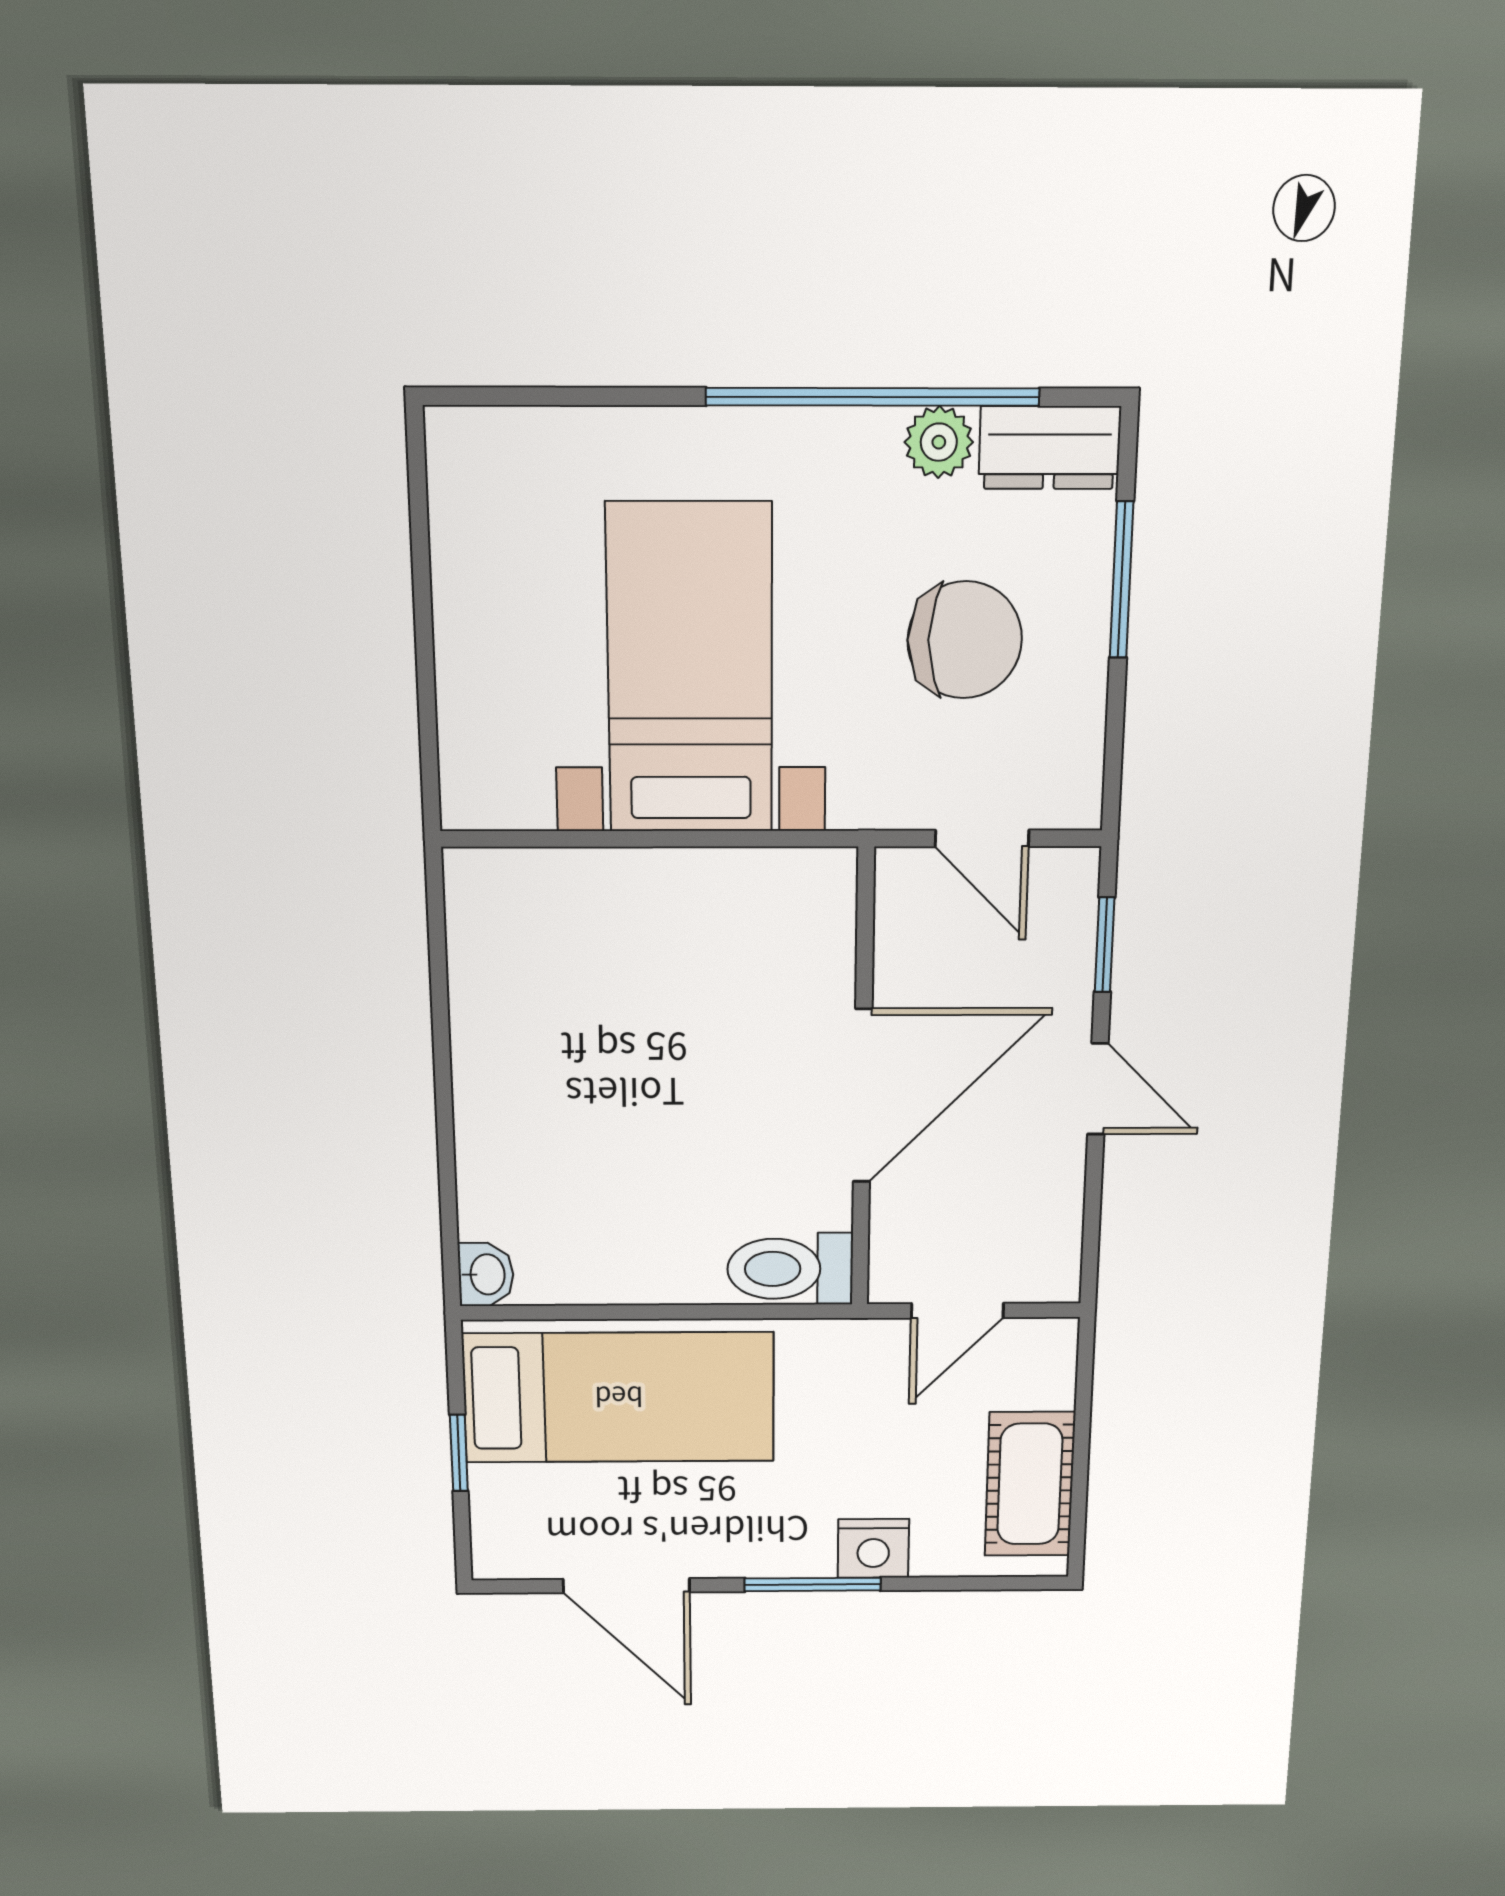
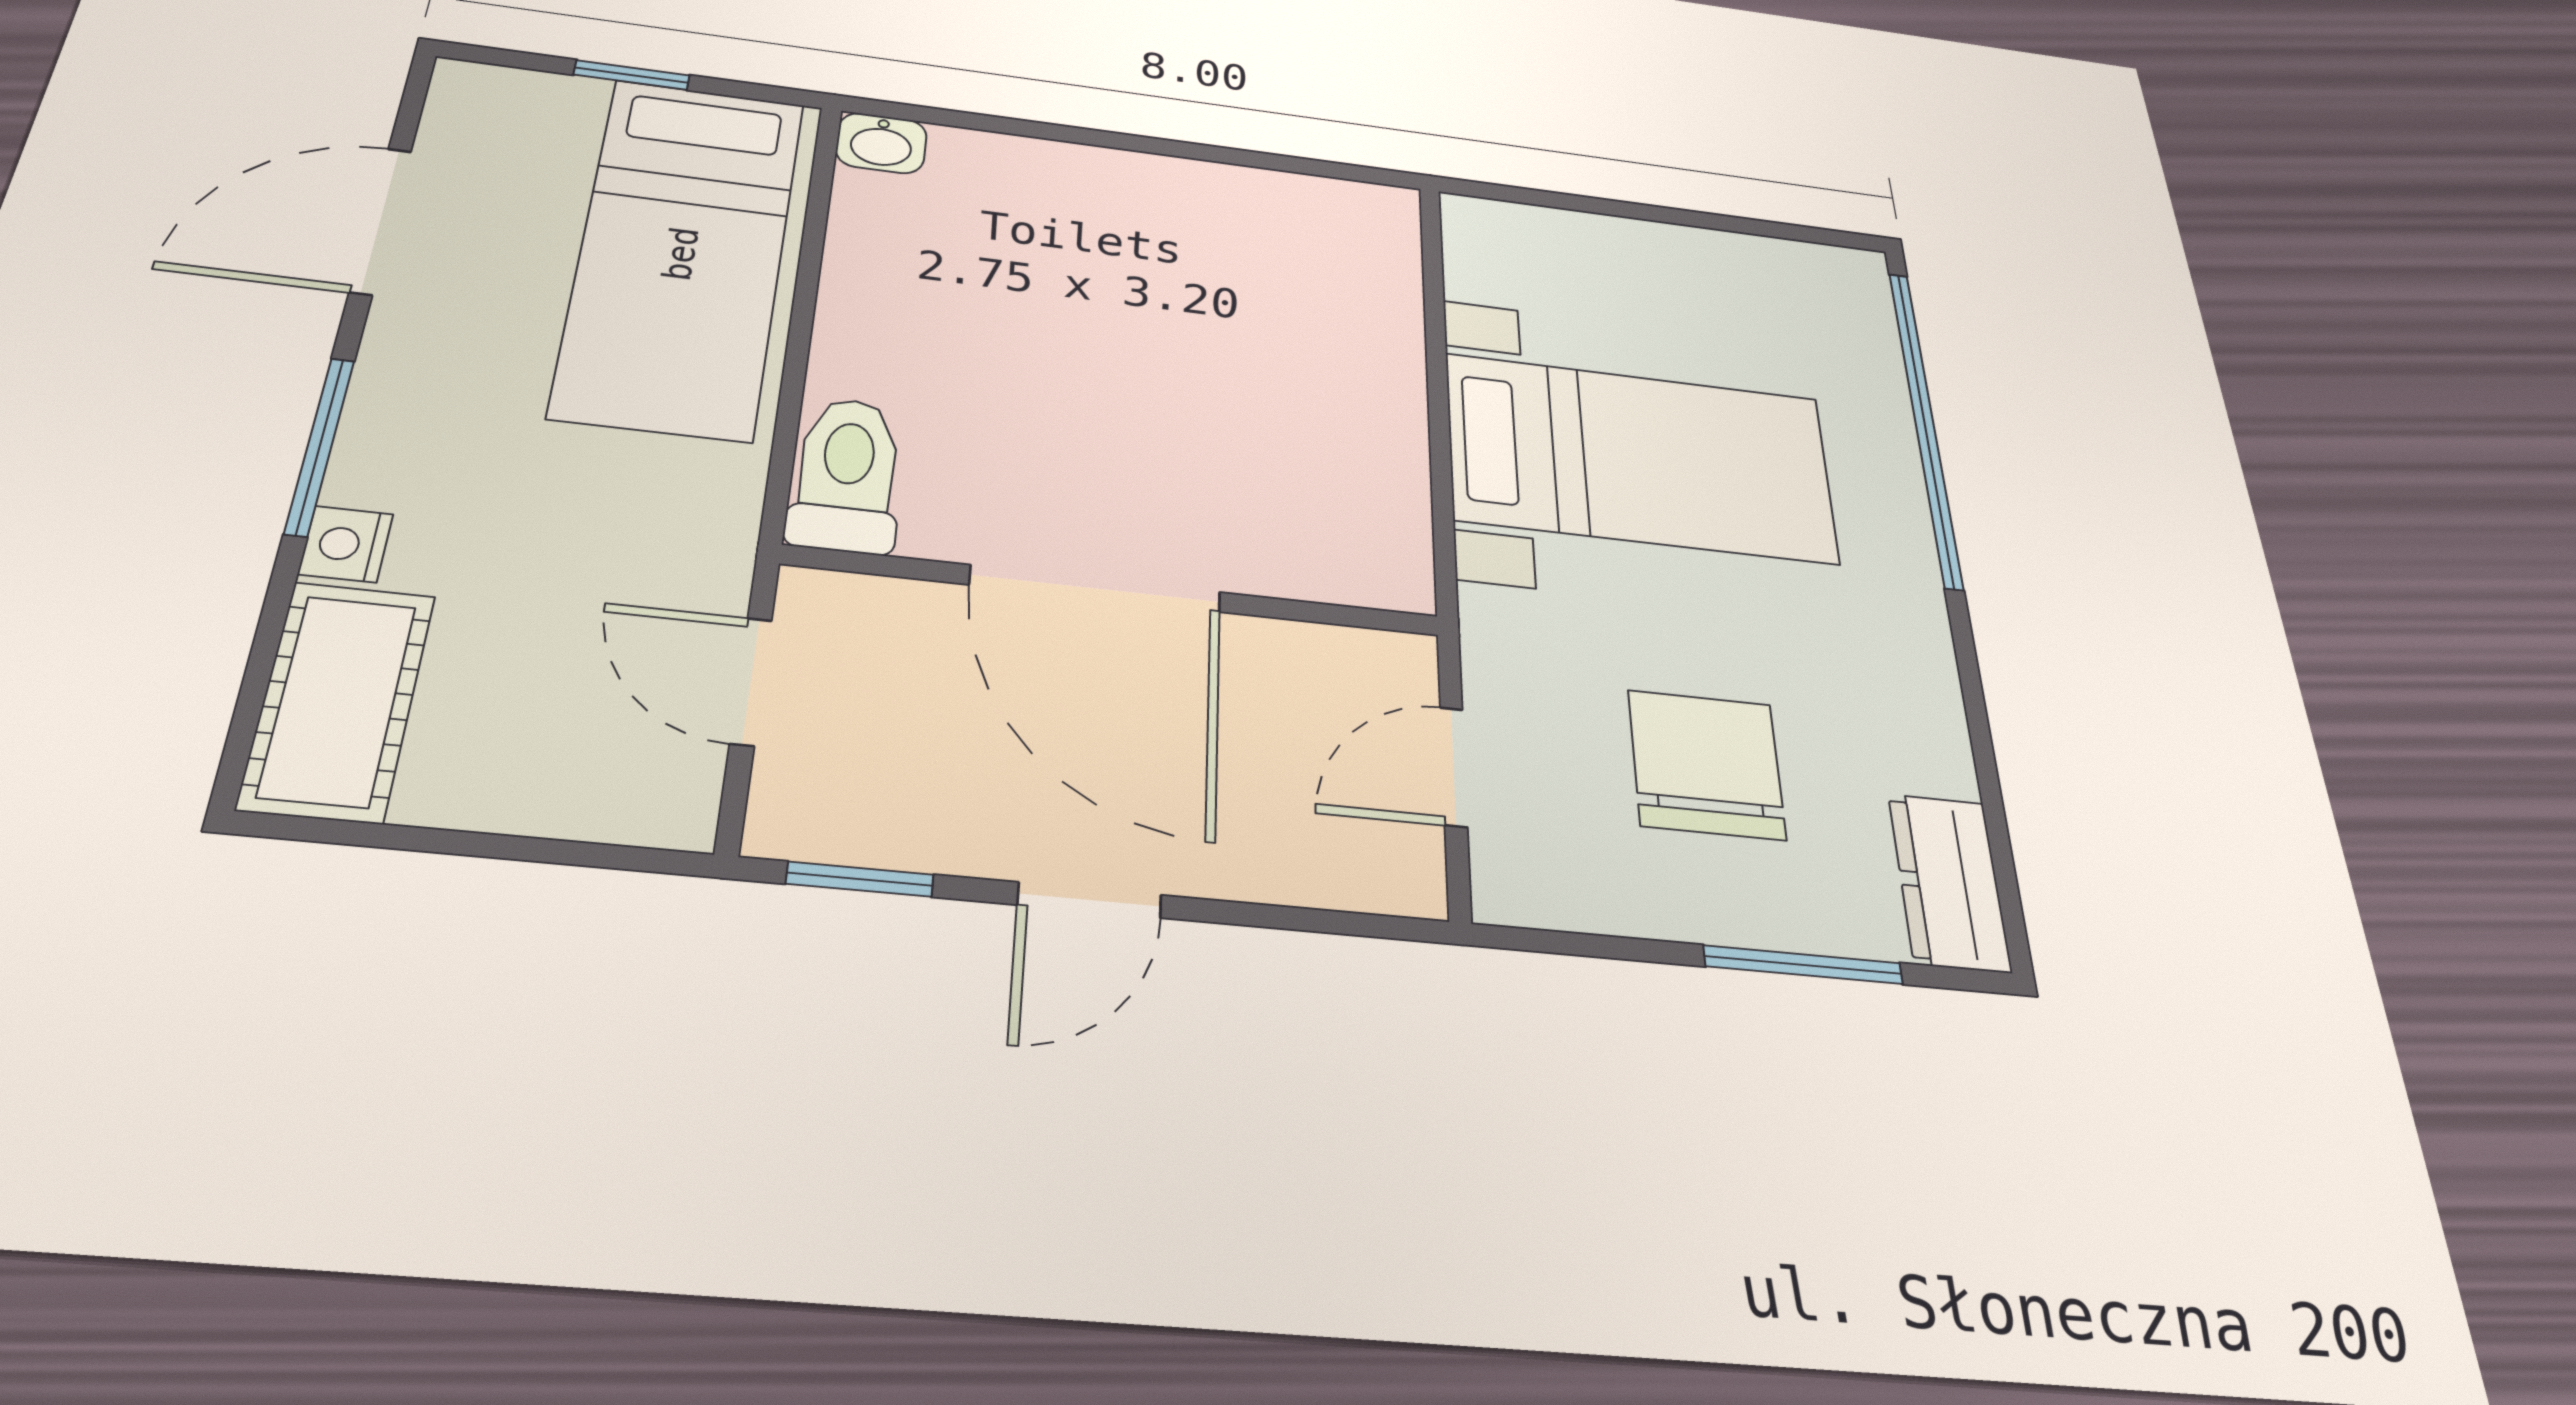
window: (873, 397) -> (1925, 426), moved
plant: (939, 442) -> (1934, 753), removed
chair: (965, 640) -> (1706, 764), turned 180
window: (1105, 945) -> (860, 879), moved
cot: (1030, 1484) -> (338, 700), moved, turned 90
nightstand: (873, 1548) -> (346, 544), width x0.72, depth x0.74

